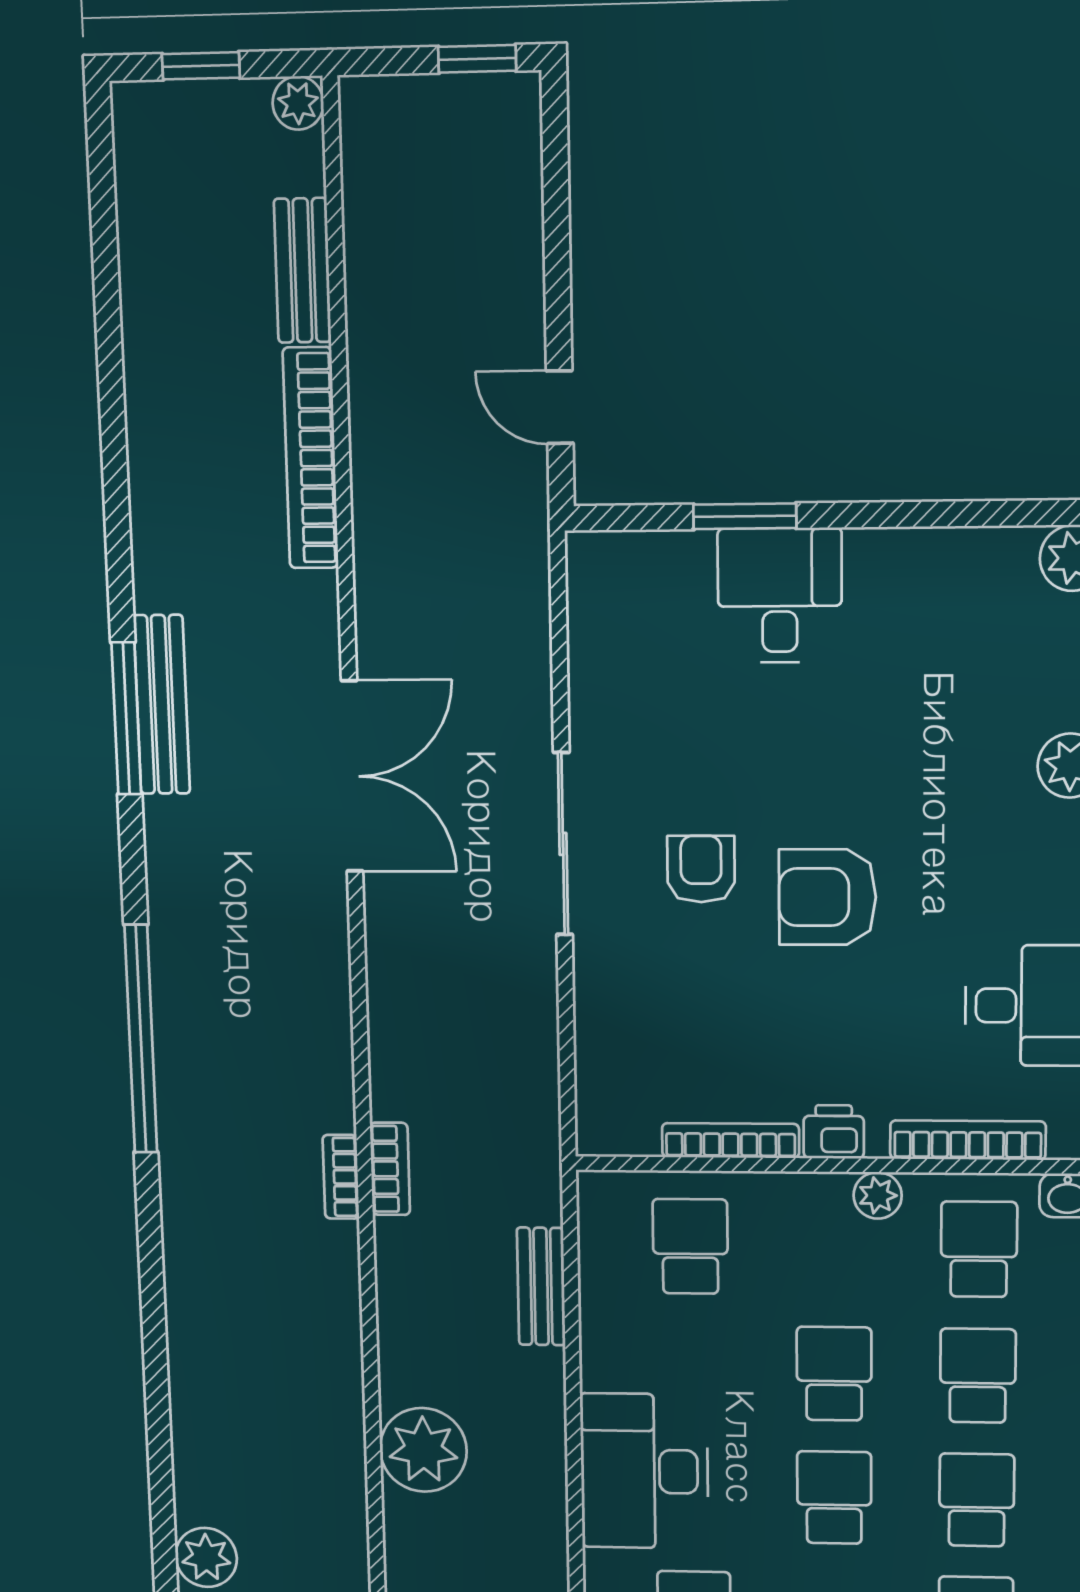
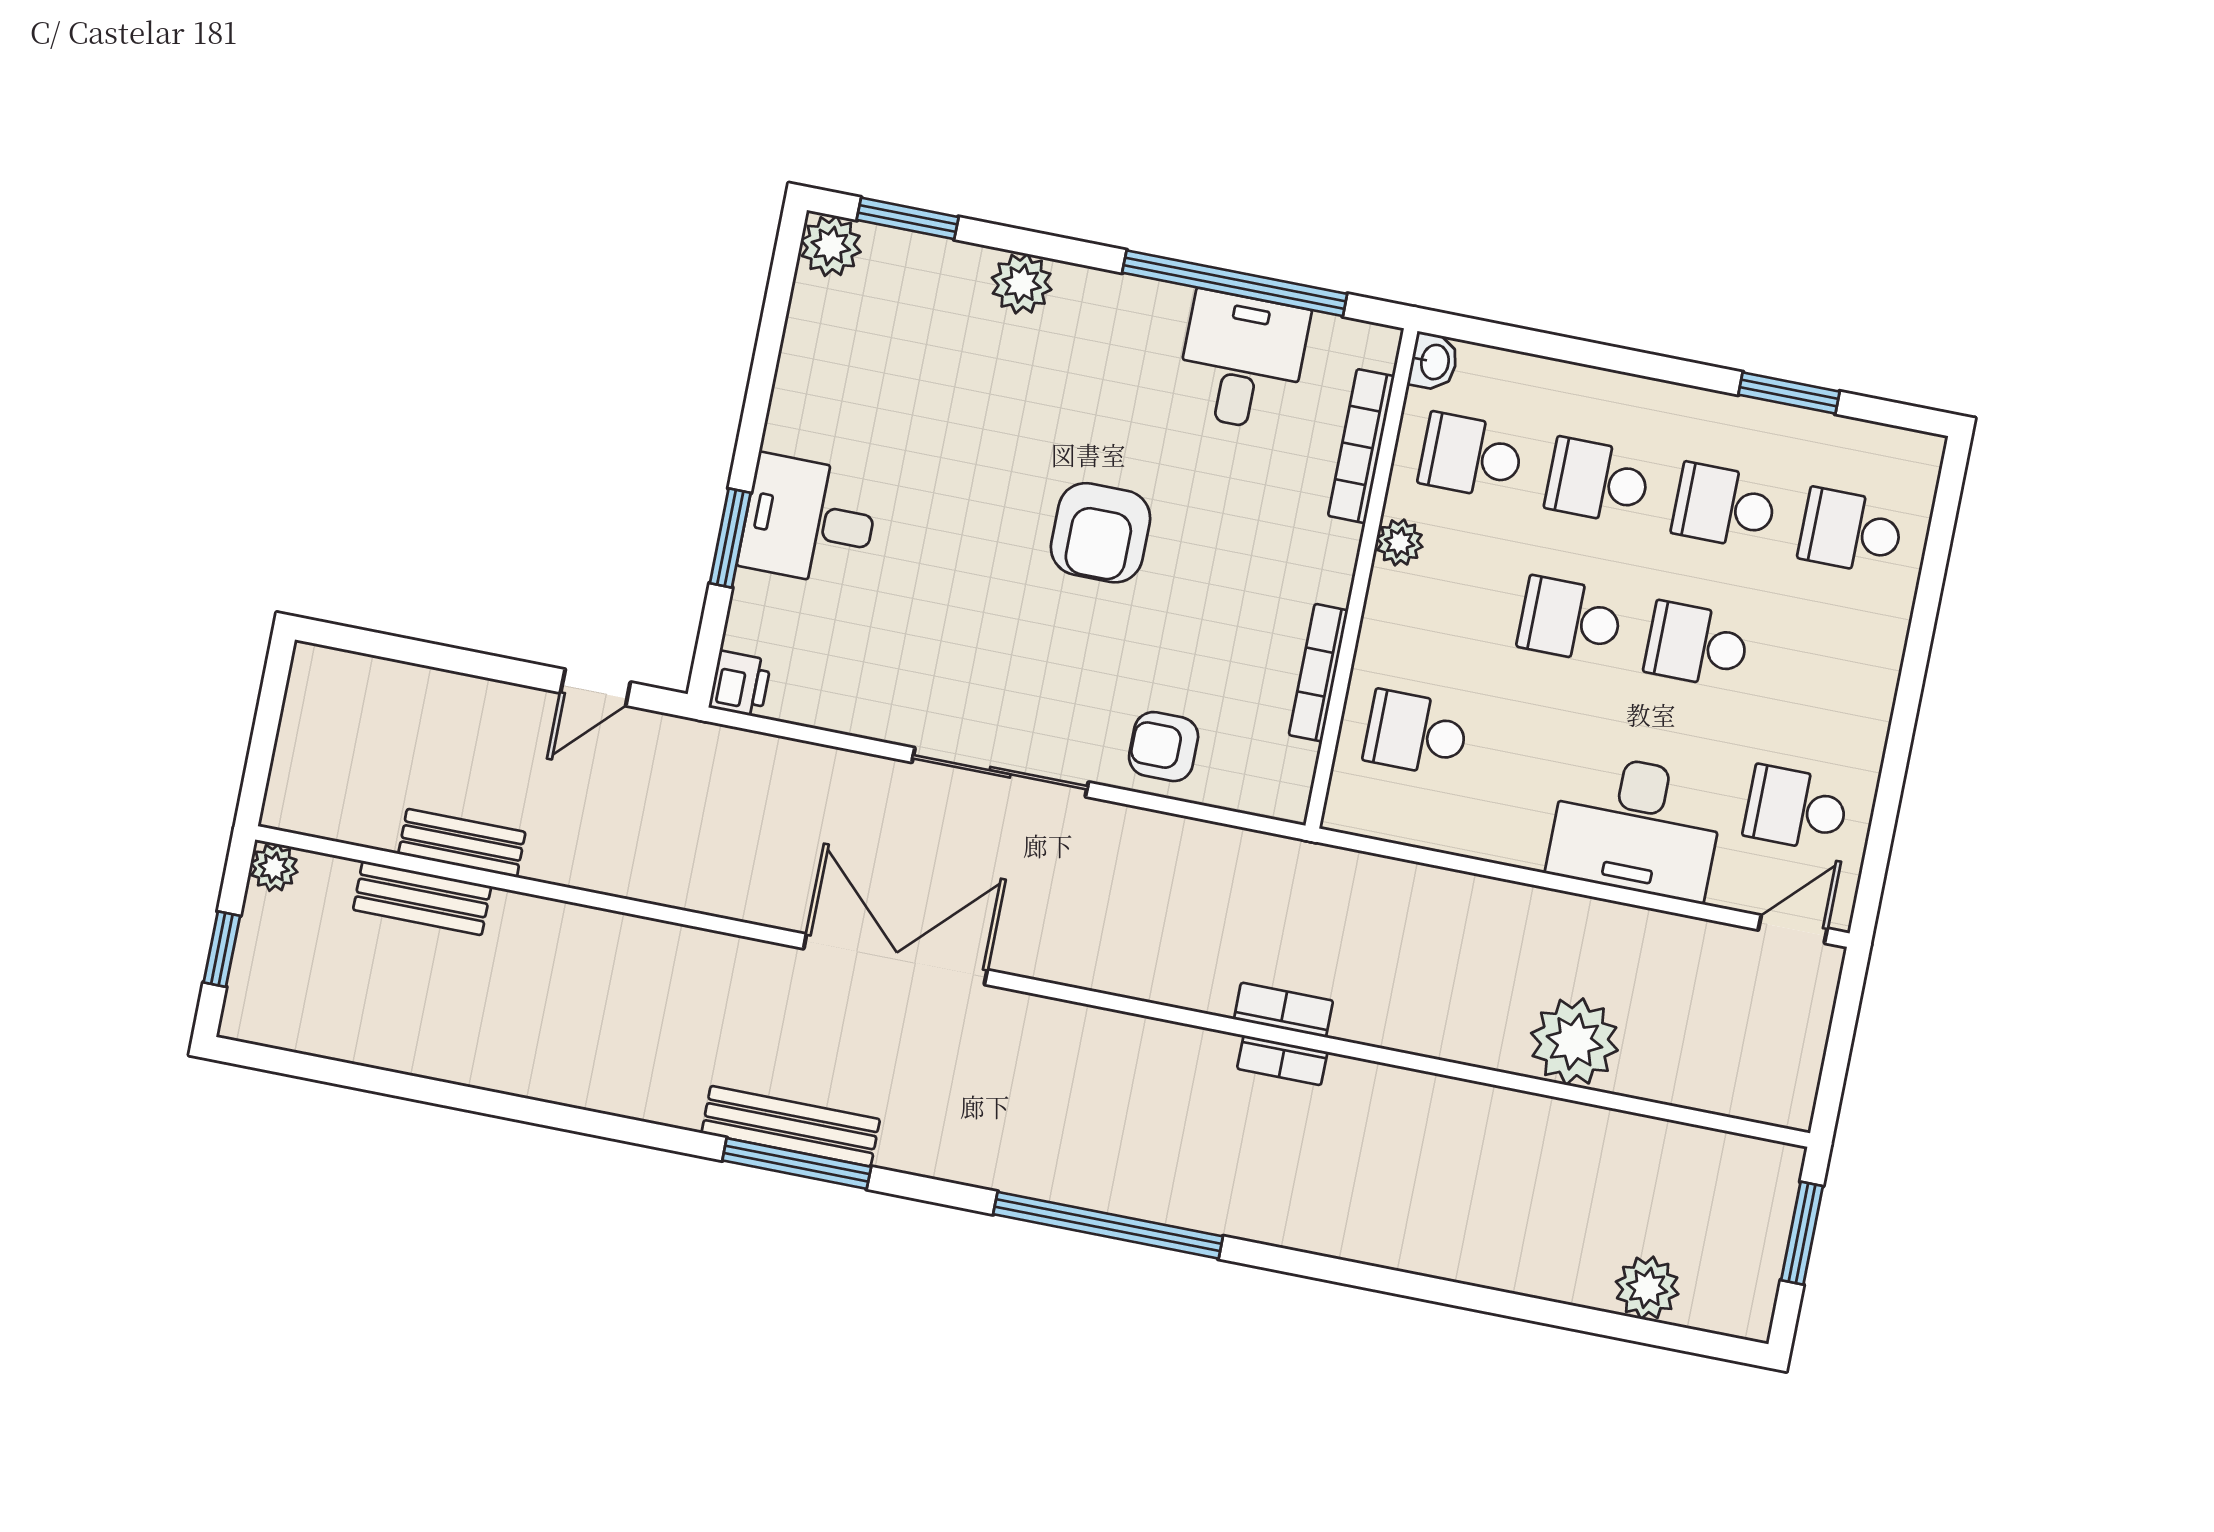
window: (477, 59) -> (272, 696), removed
bookcase: (311, 458) -> (592, 930), removed
armchair: (701, 869) -> (1164, 747), moved
printer: (834, 1132) -> (740, 684), moved, turned 180
bench: (541, 1286) -> (462, 843), moved

